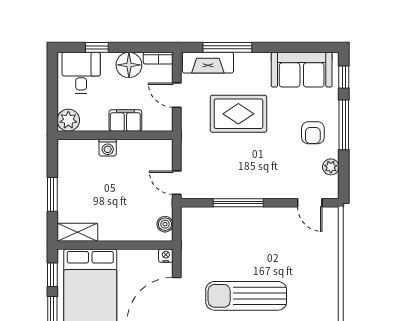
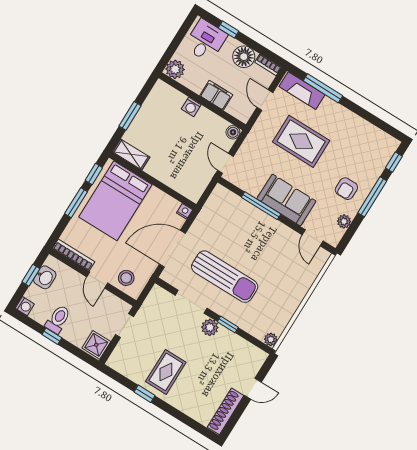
sofa: (302, 70) -> (286, 200), moved, turned 180
boiler: (165, 224) -> (233, 132), moved
sun lounger: (246, 296) -> (225, 277), turned 180

